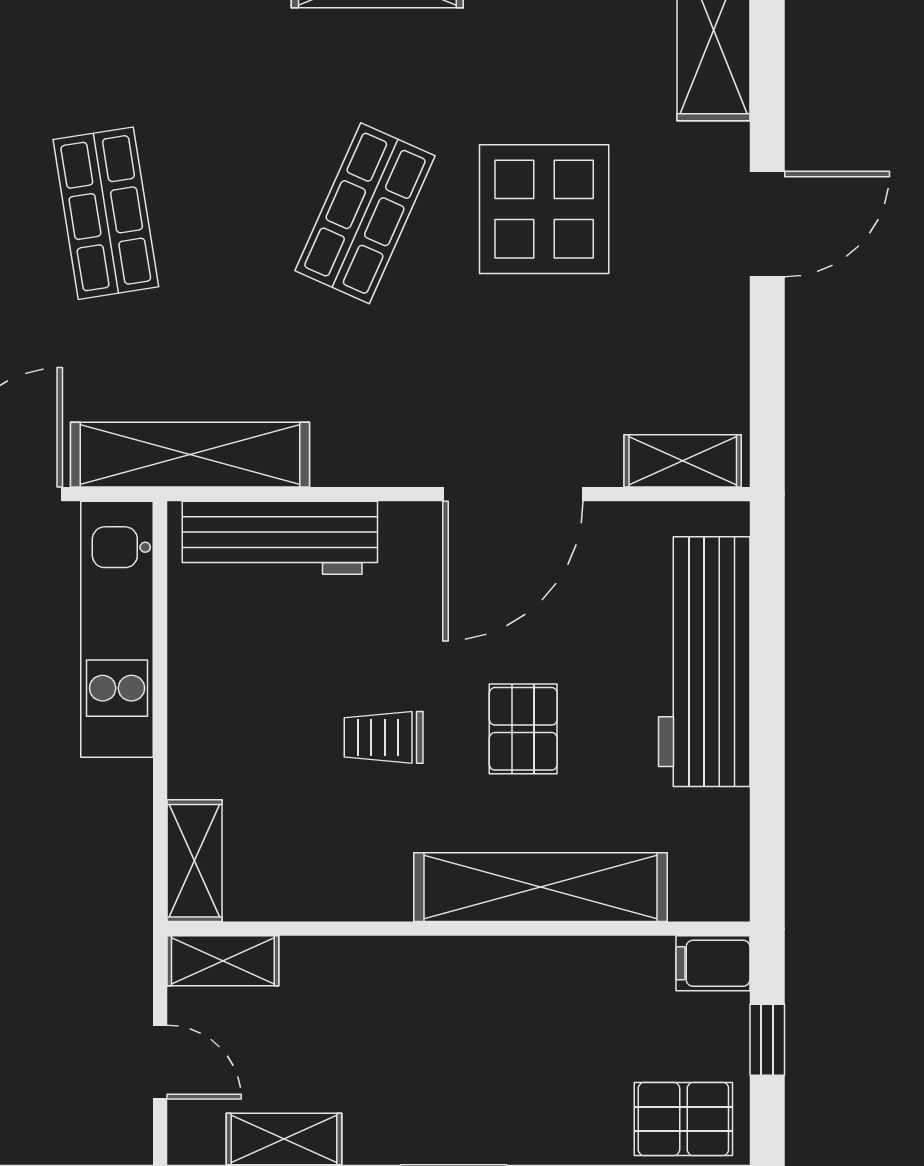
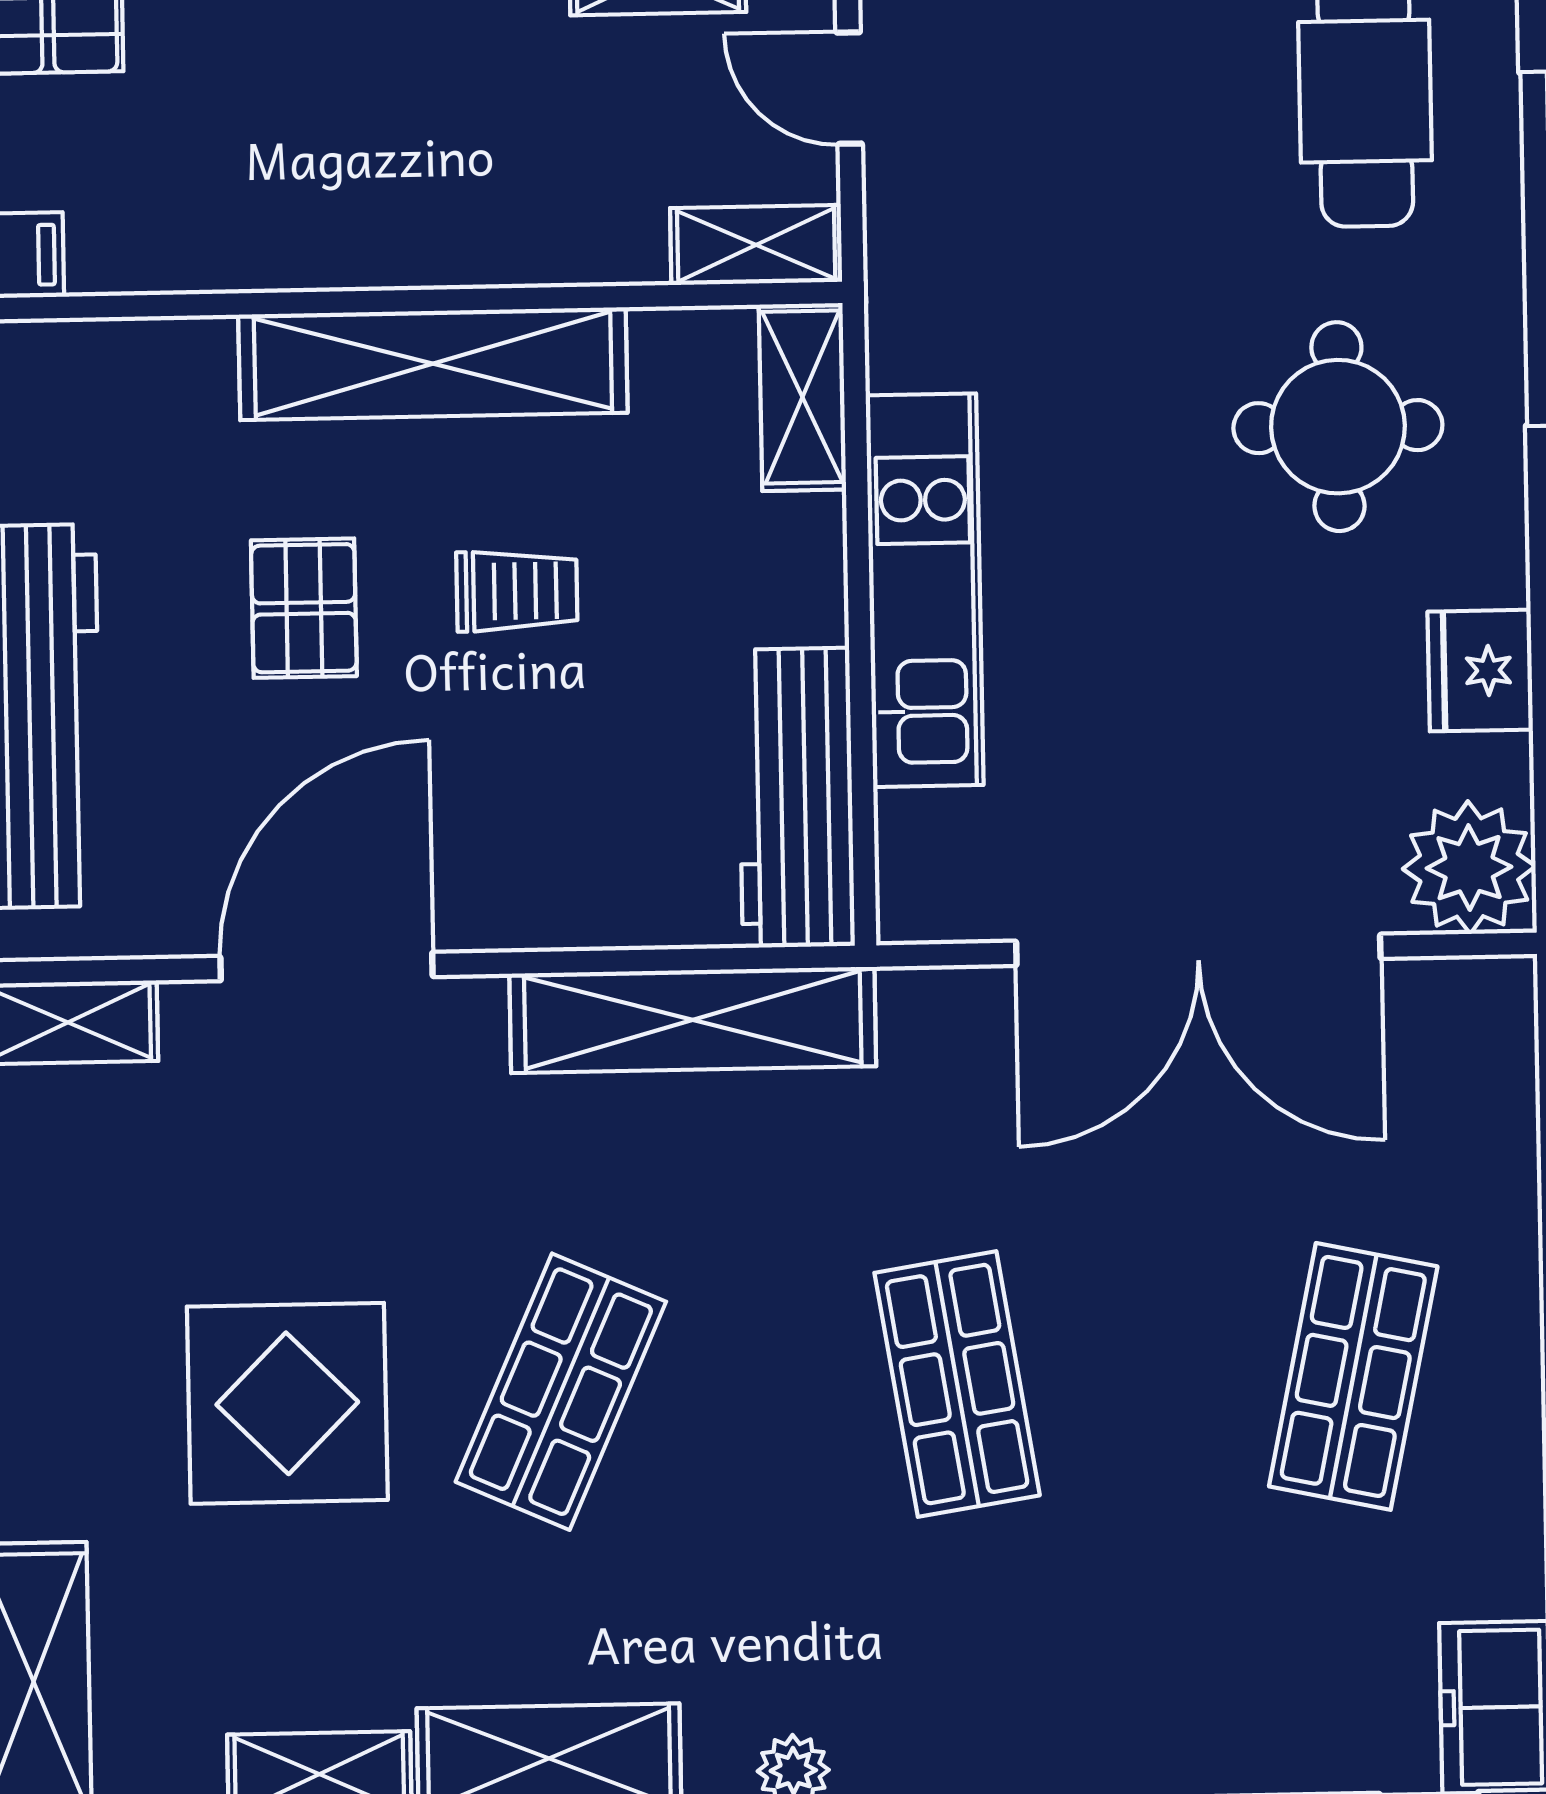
shelving: (190, 455) -> (693, 1020), moved
workbench: (280, 538) -> (796, 798), moved, turned -90
kitchen unit: (117, 629) -> (925, 590), moved
shelving: (540, 887) -> (433, 364), moved

